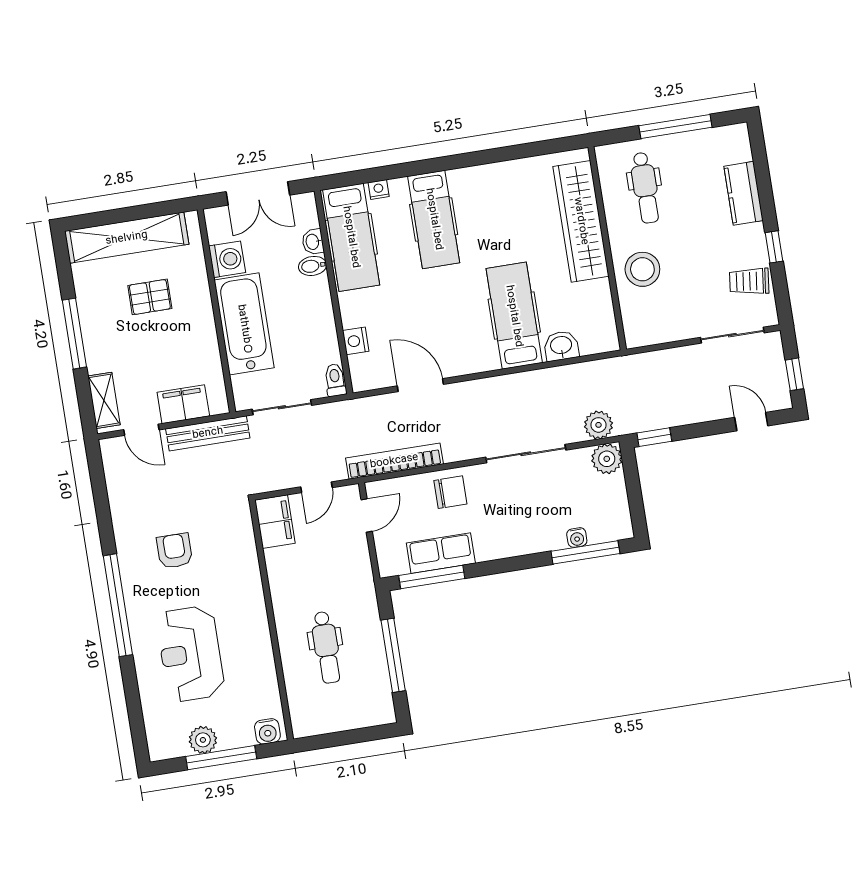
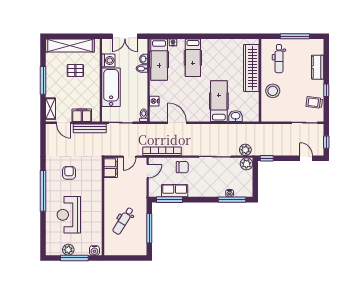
dental chair: (326, 647) -> (123, 221), turned 32

